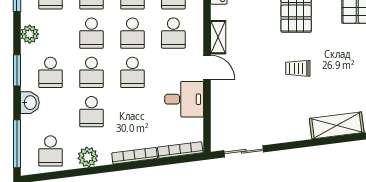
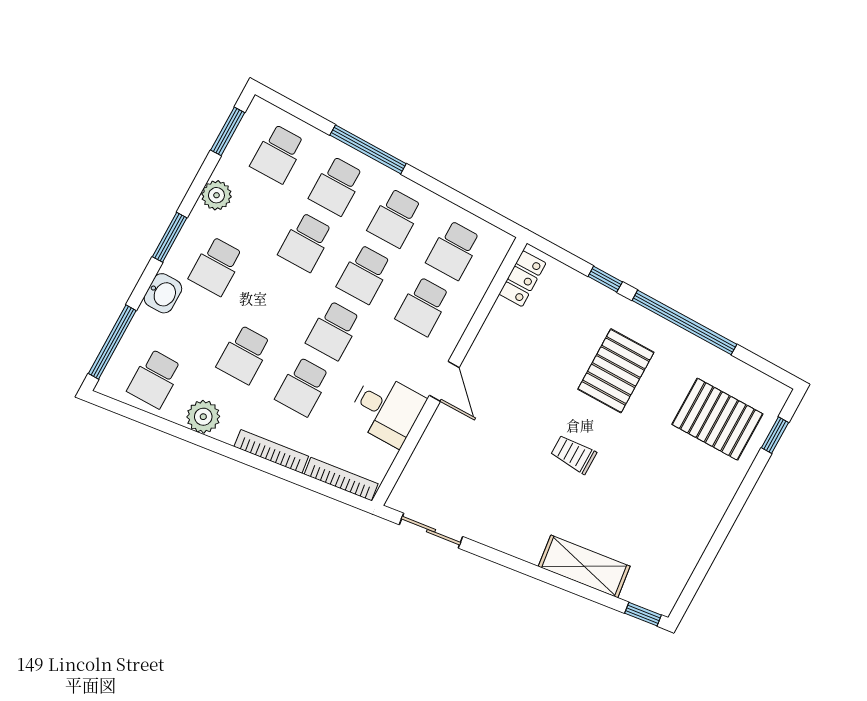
shelving: (218, 37) -> (484, 347), removed
school desk: (91, 72) -> (303, 387), moved

